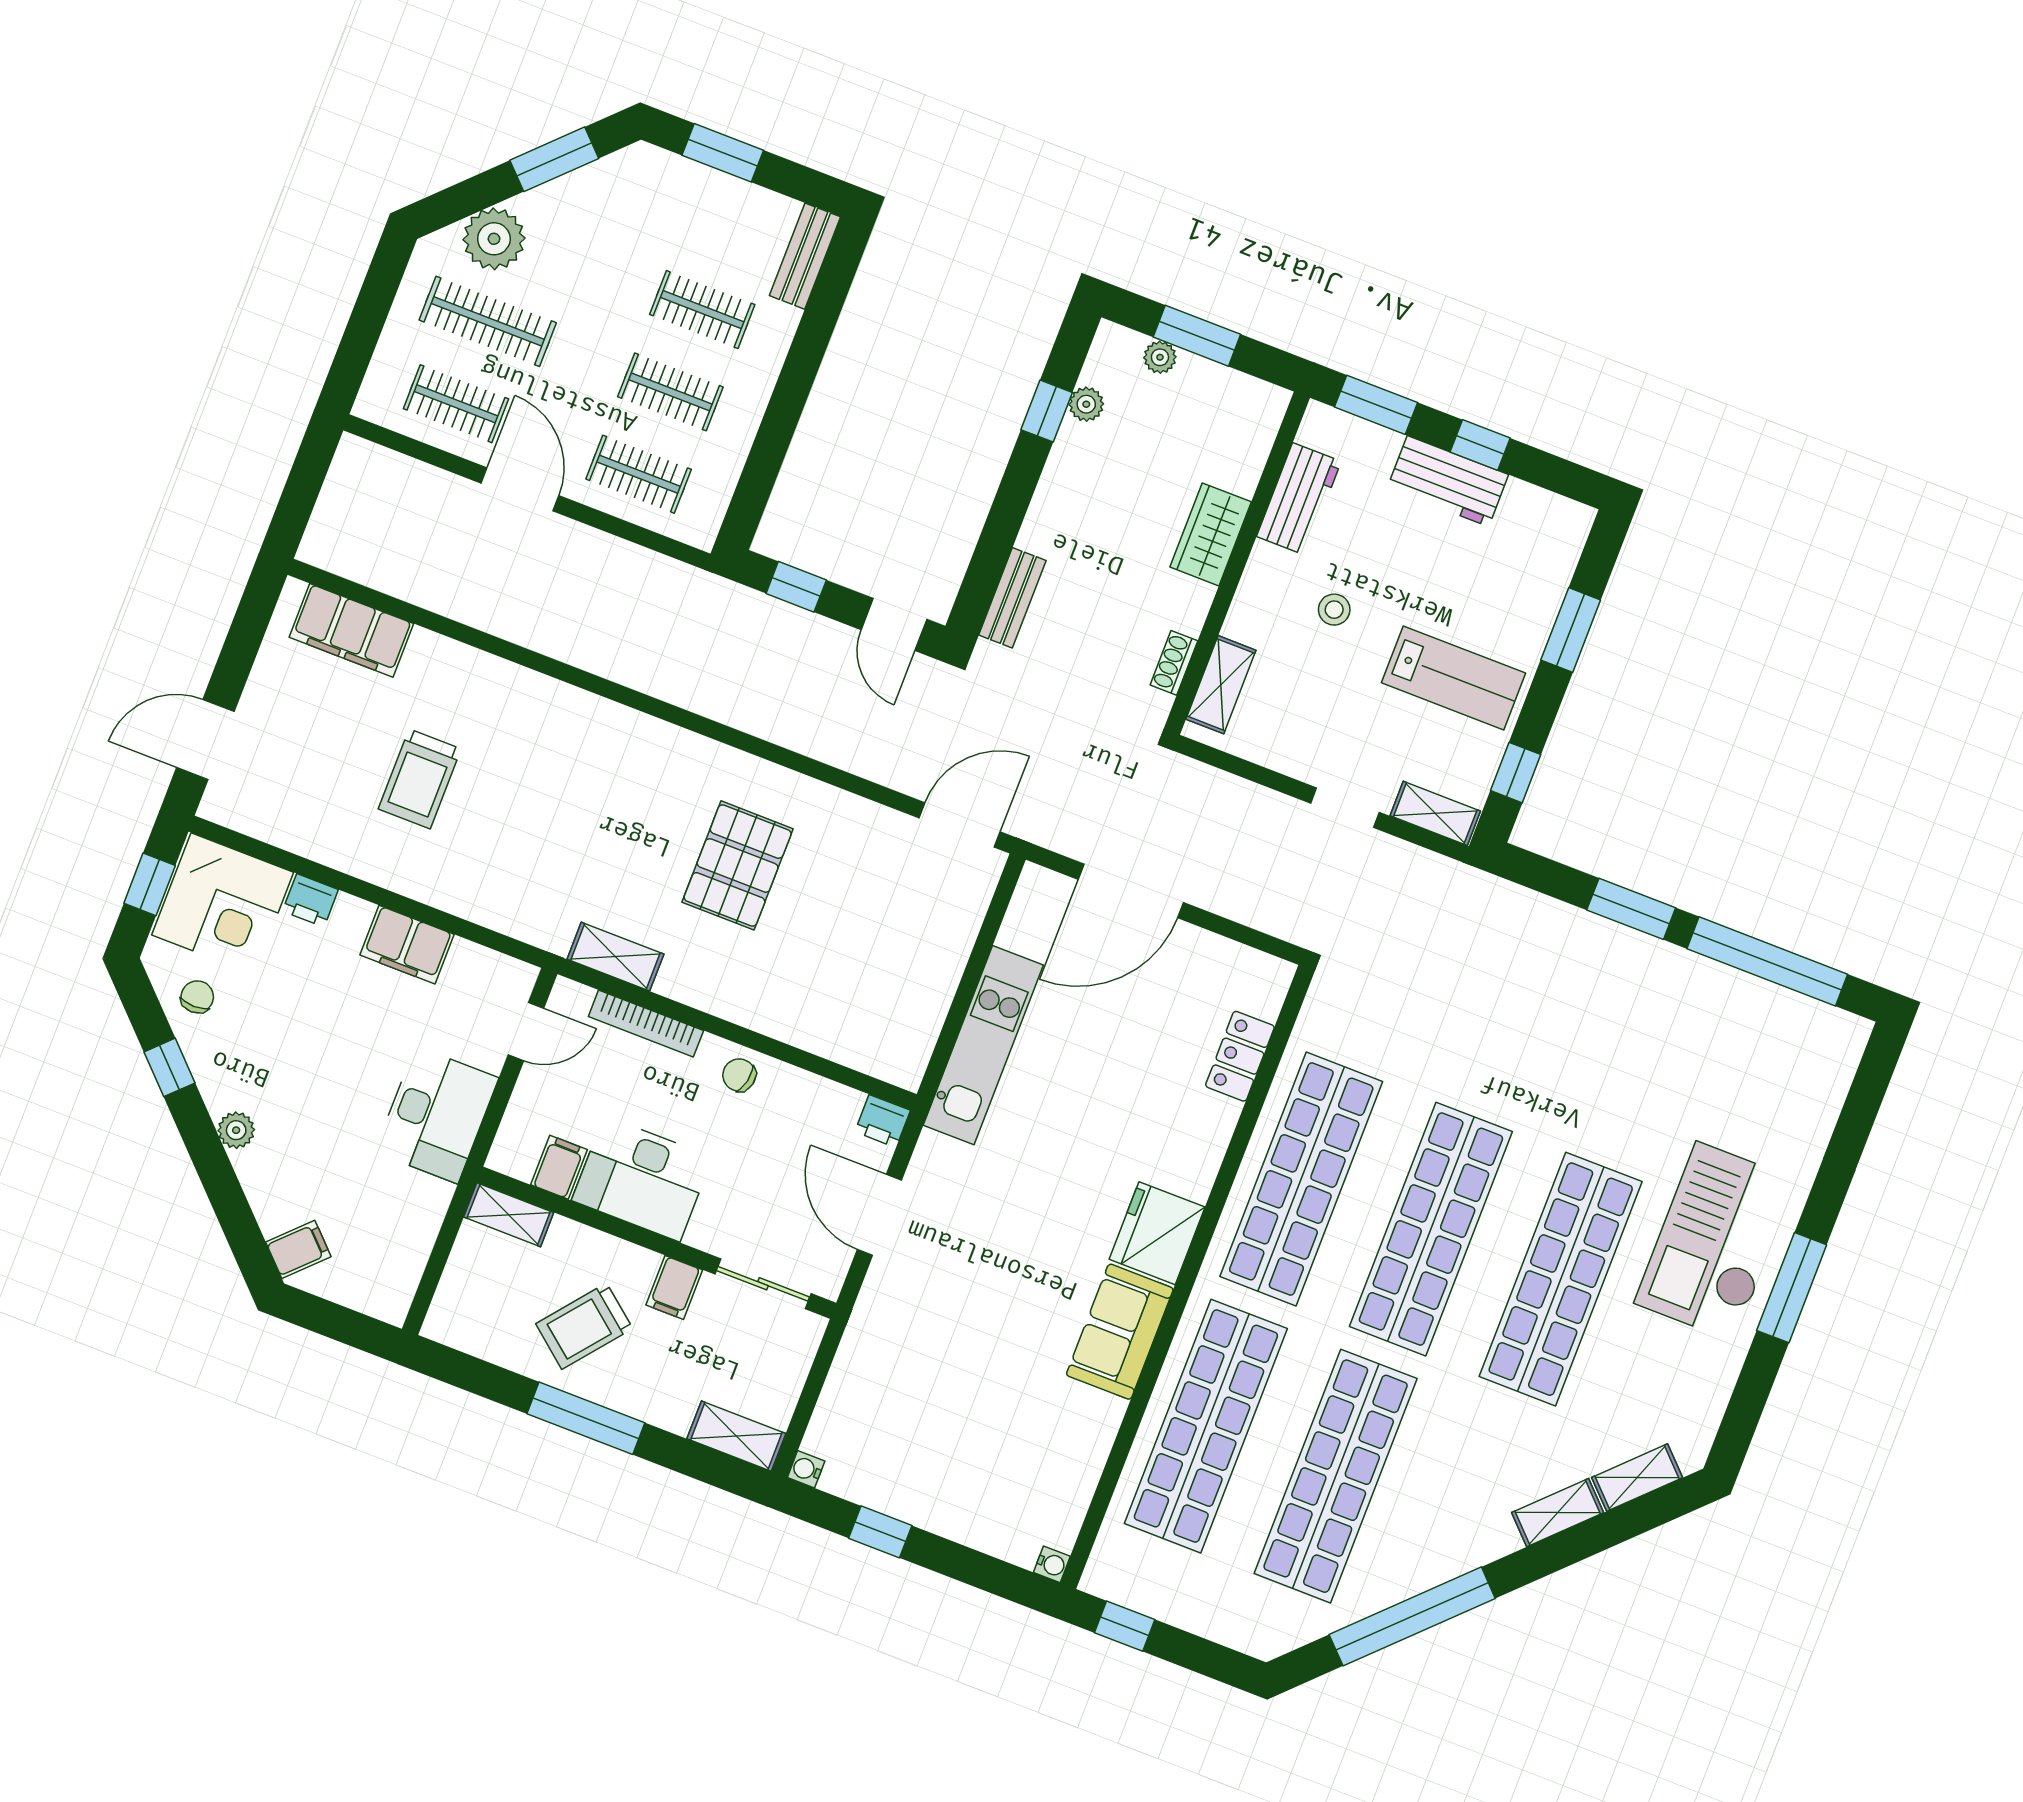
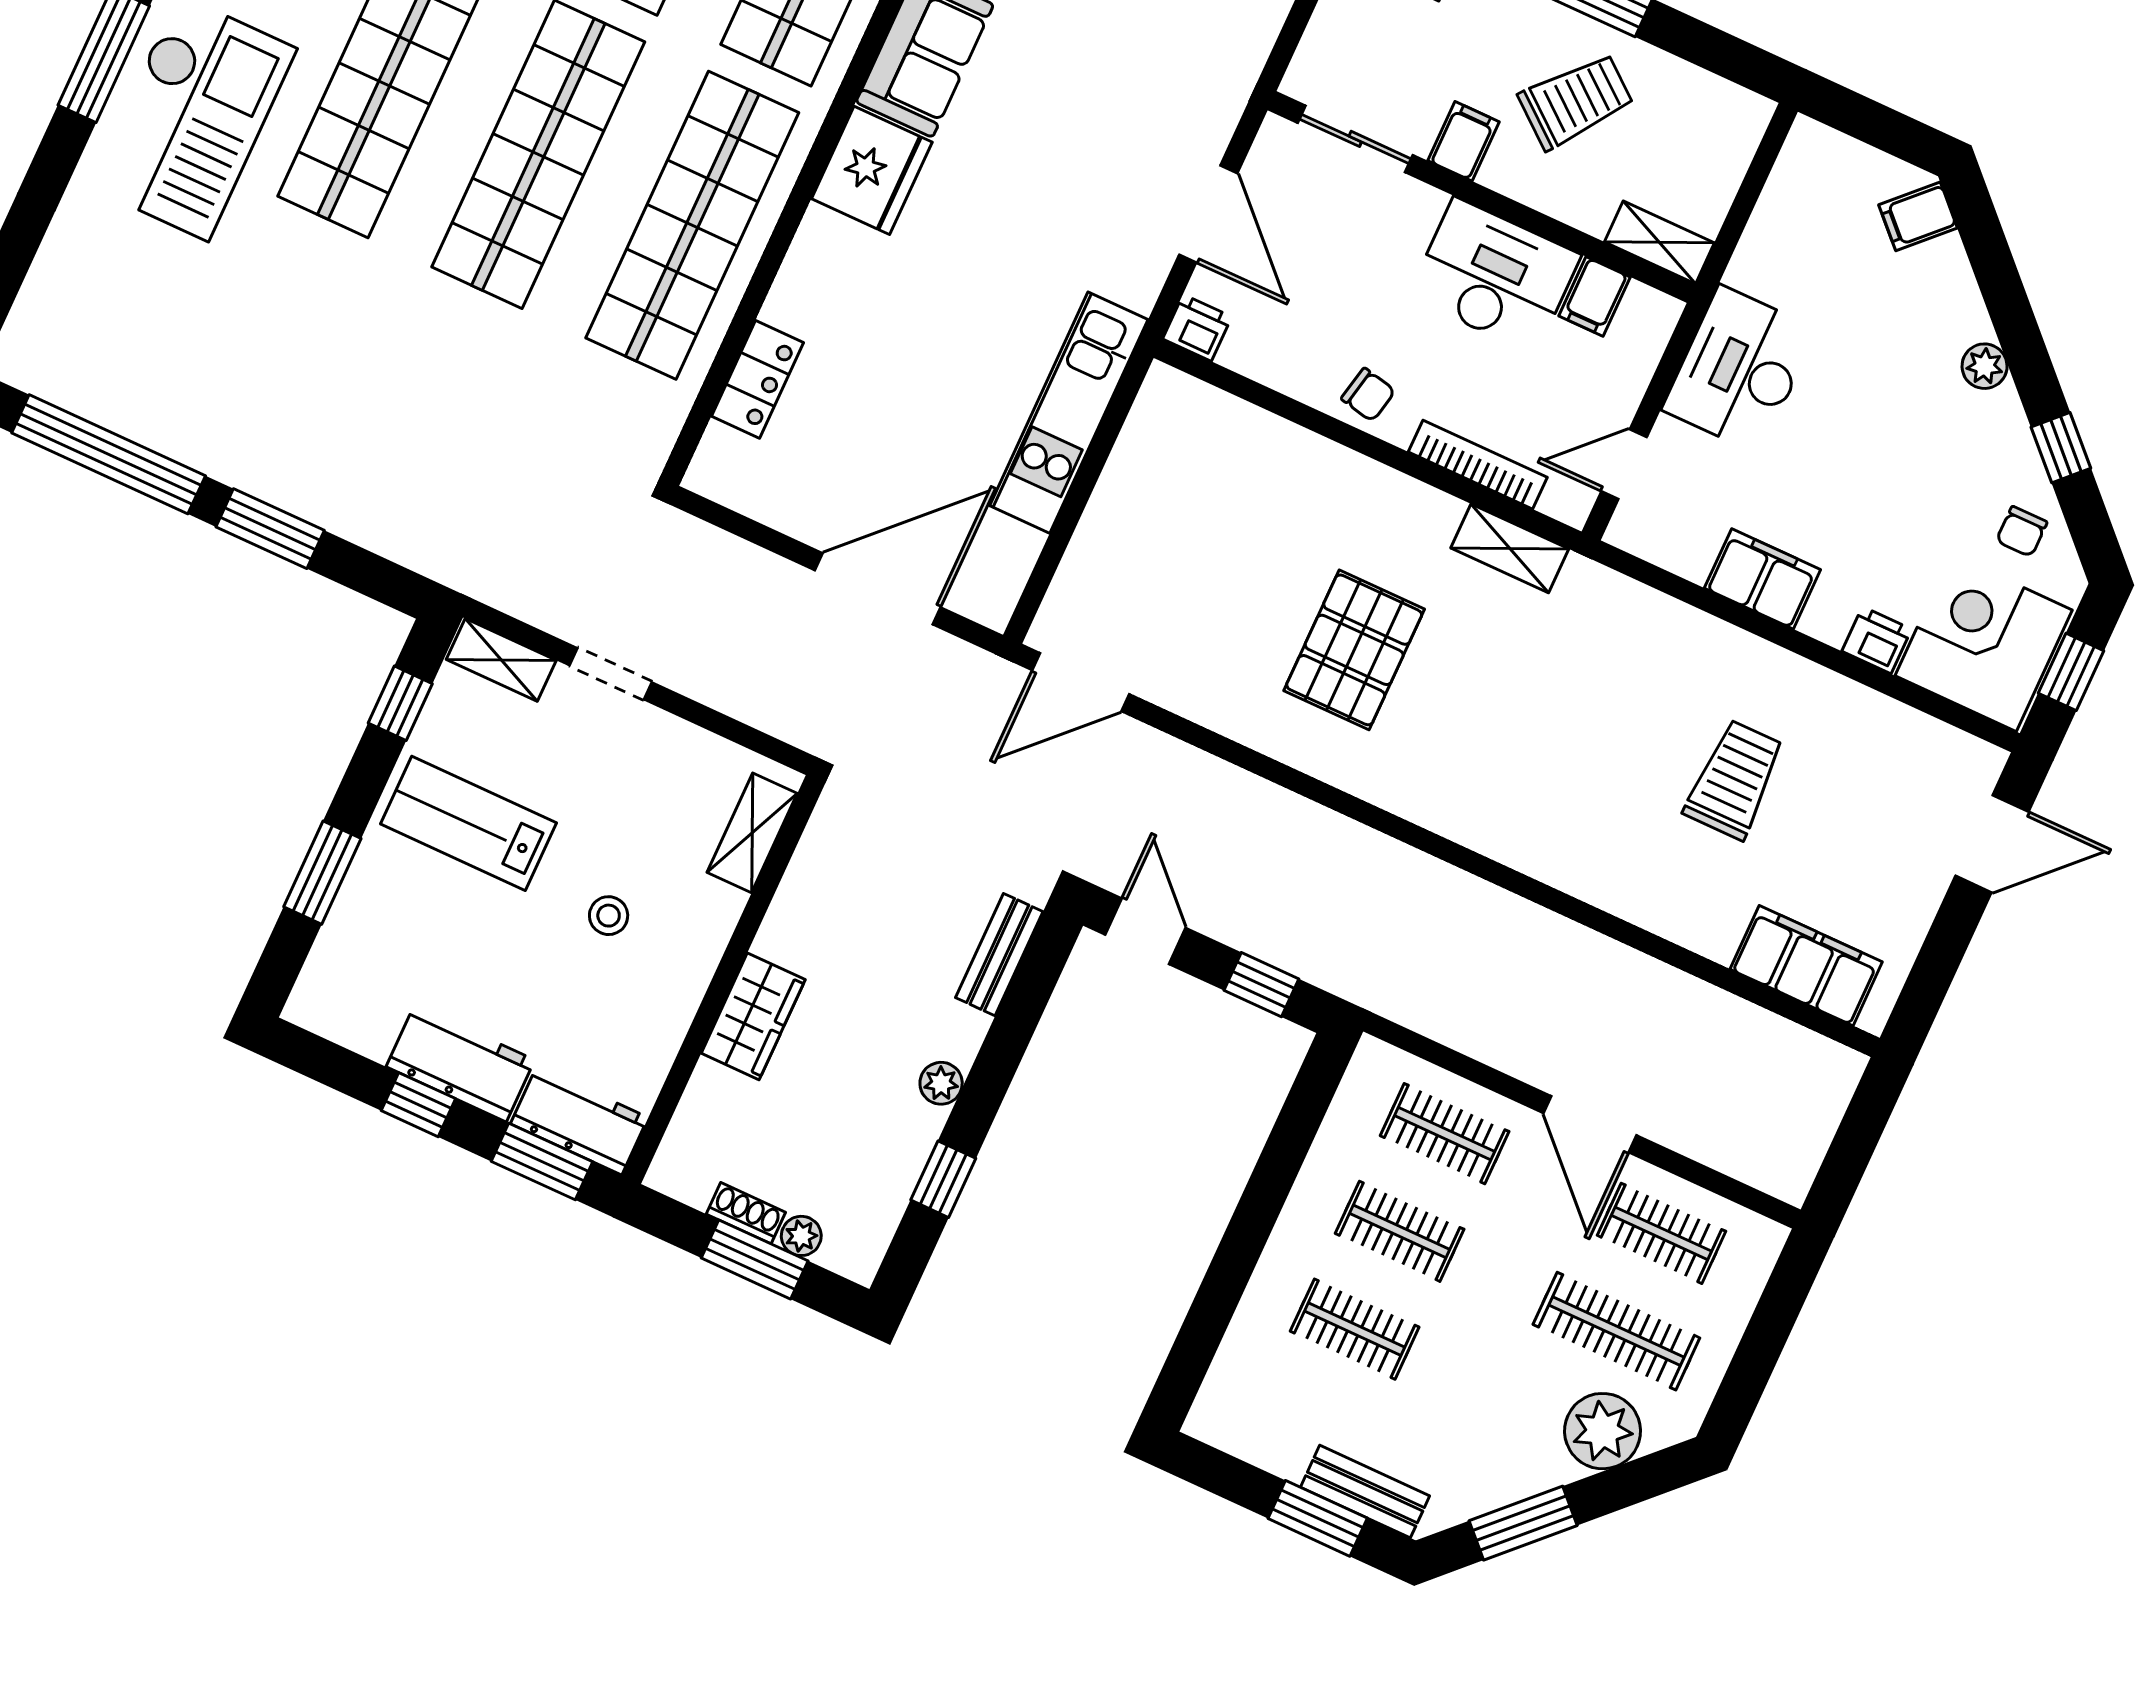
bench: (805, 256) -> (1365, 1492), moved, turned 90
plant: (1086, 404) -> (941, 1083), moved
workbench: (1299, 499) -> (579, 1121), moved, turned 90
shoe rack: (1174, 663) -> (746, 1213), moved, turned -90

